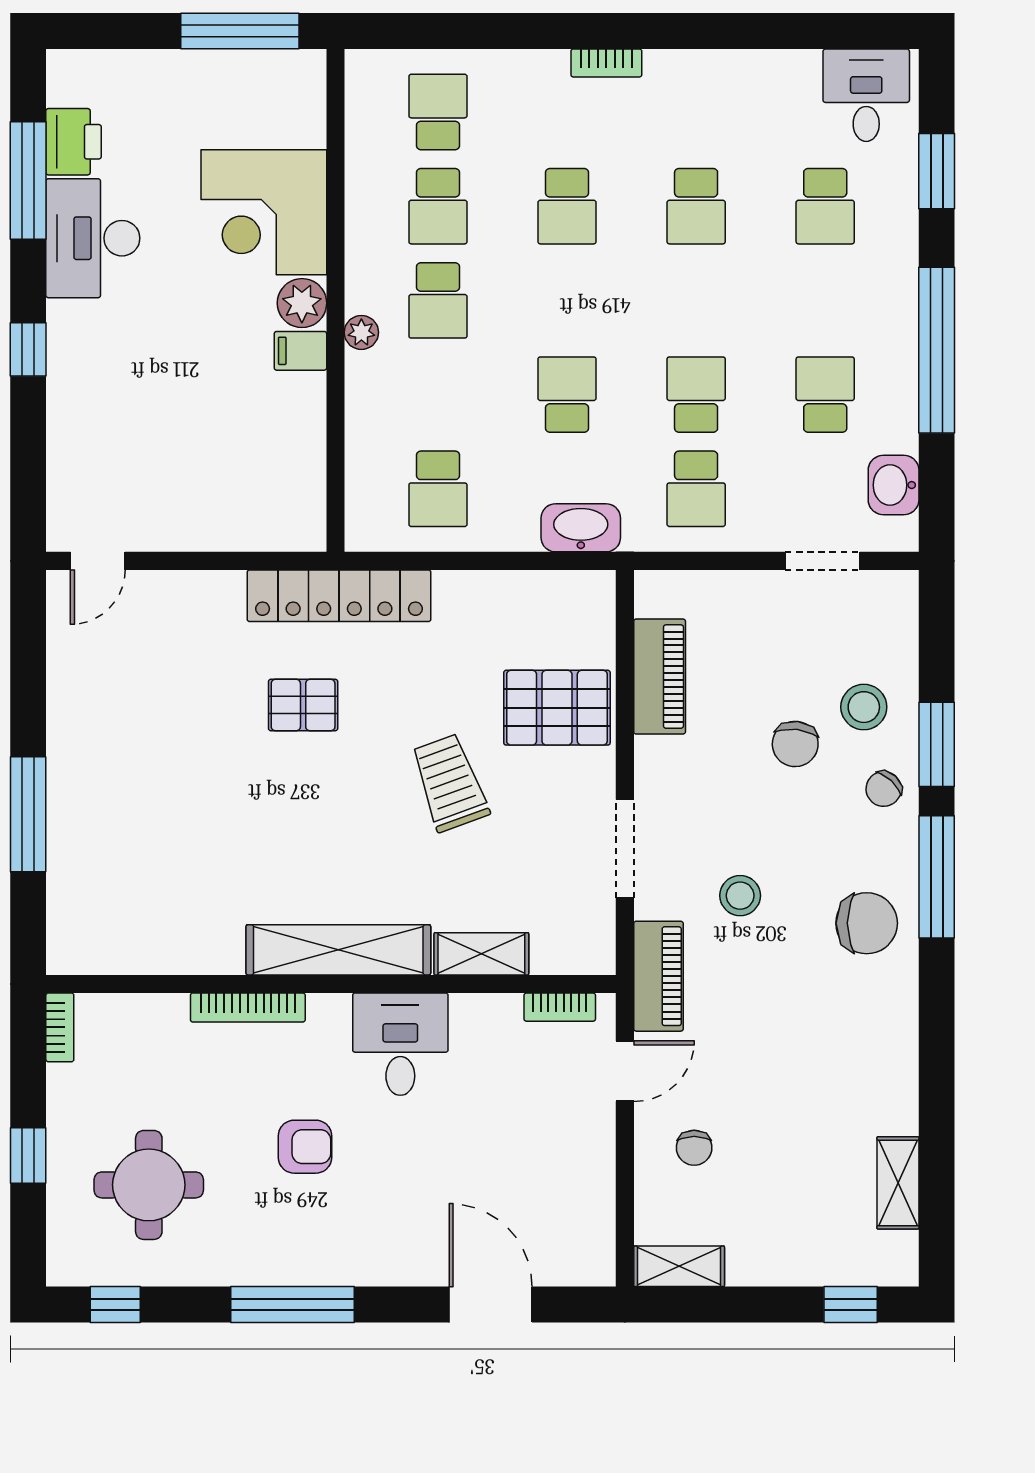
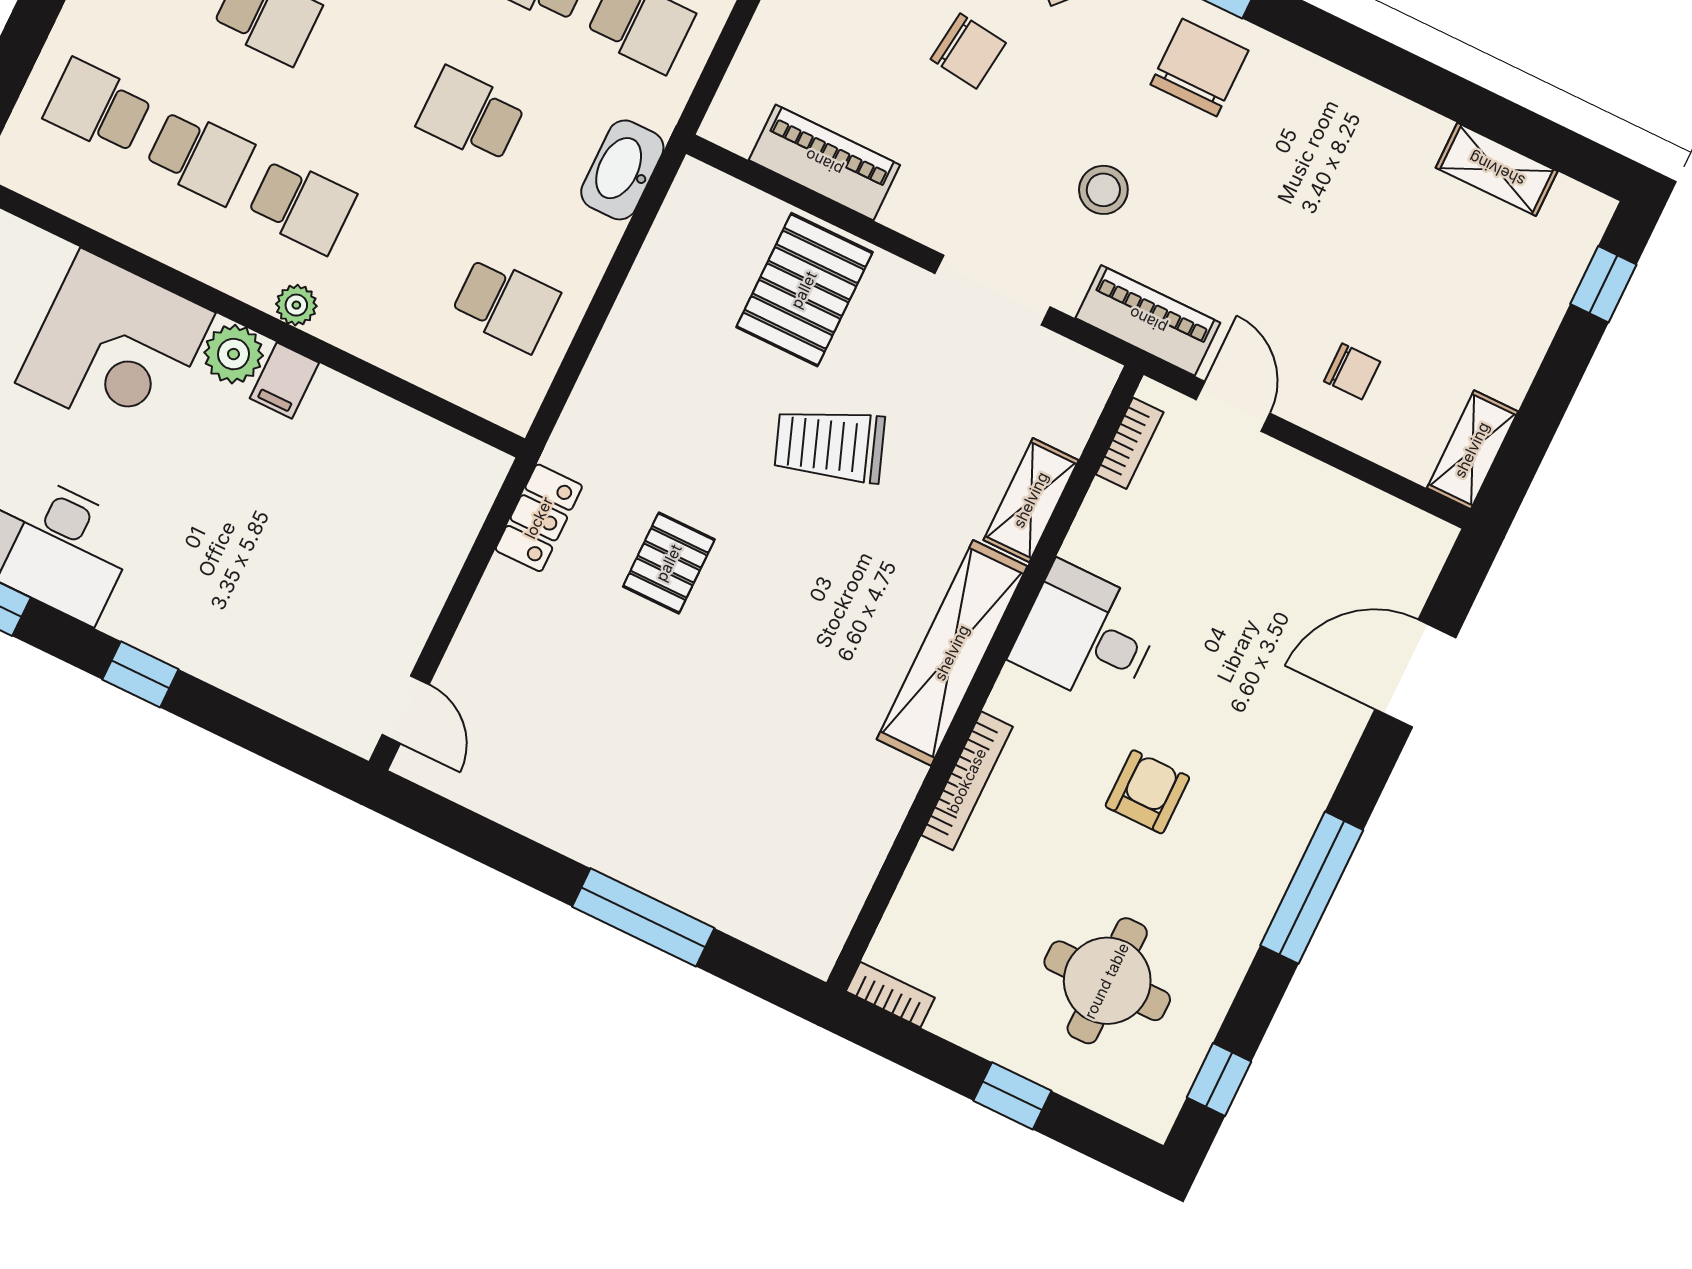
locker: (339, 596) -> (539, 518), width x0.46, depth x0.83

